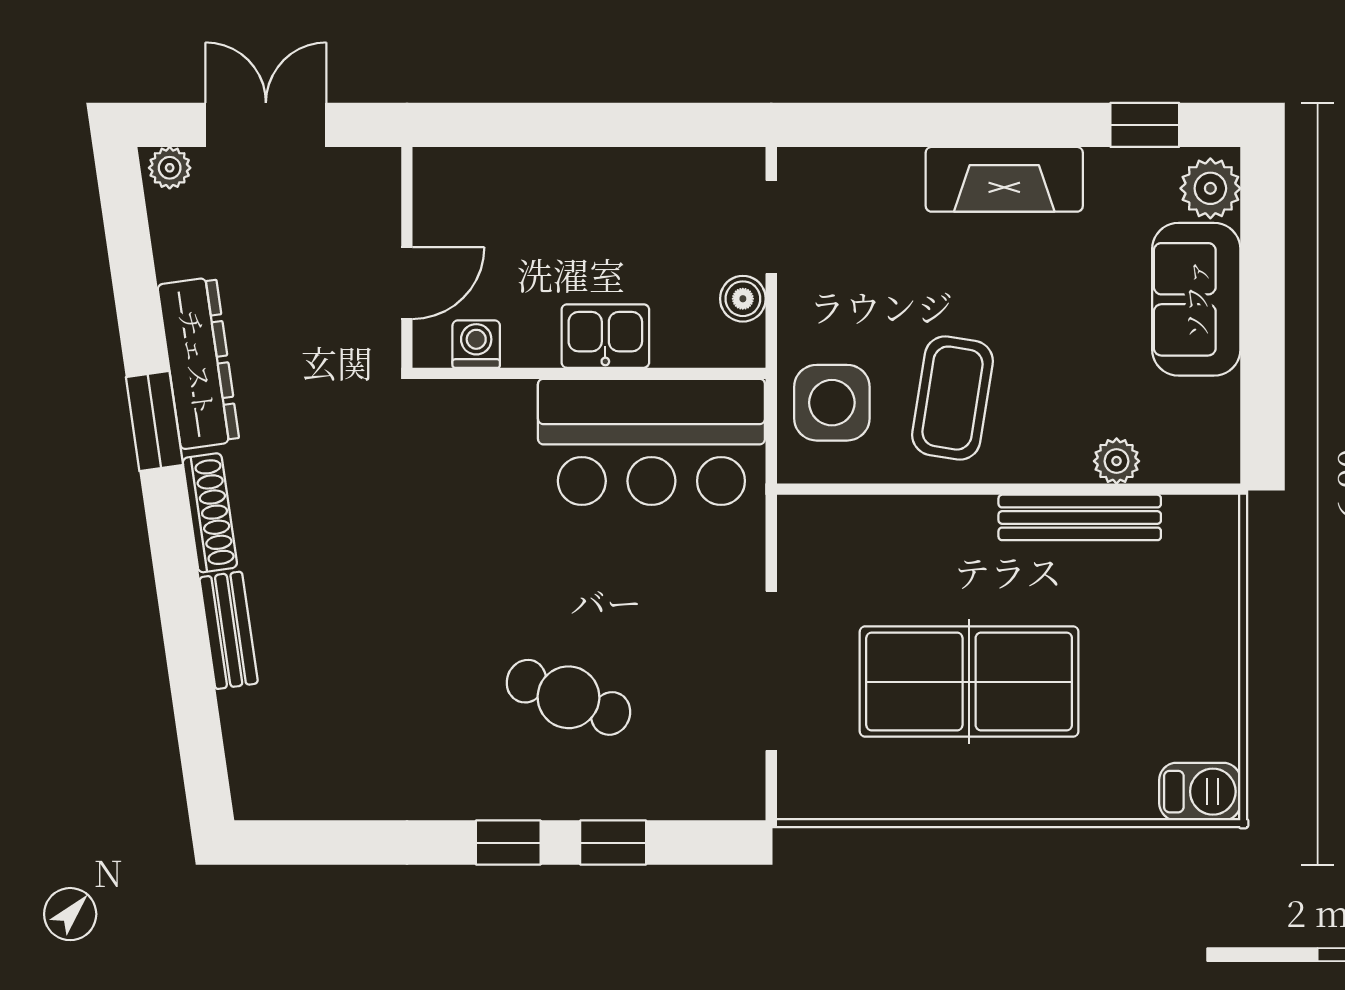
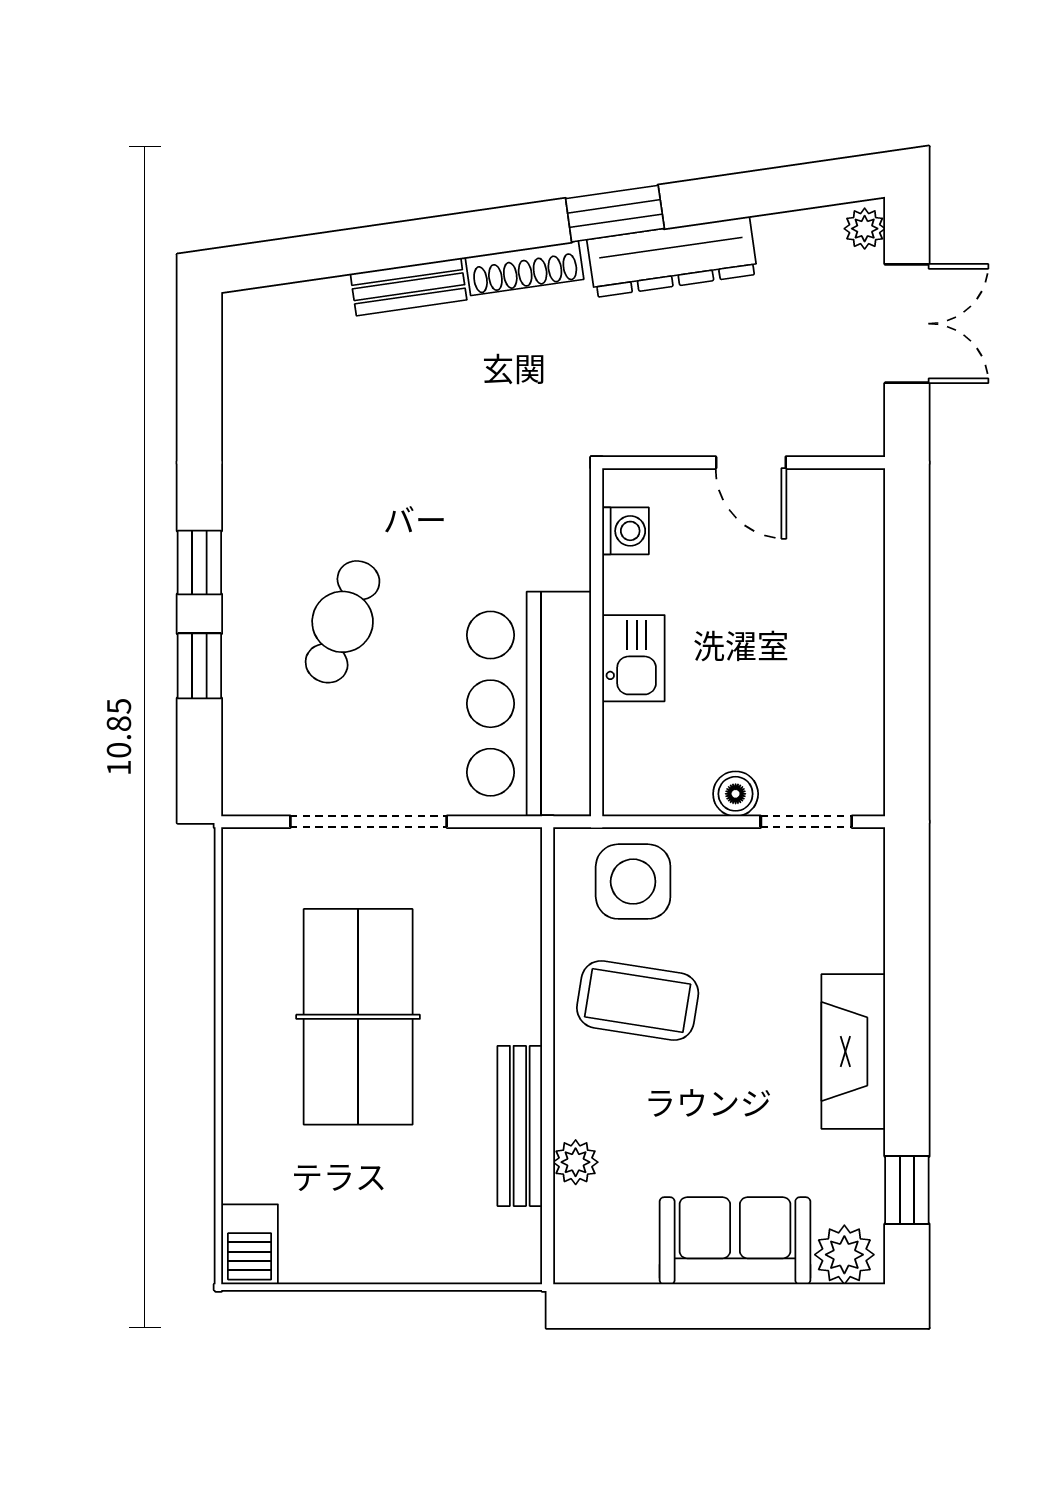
kitchen sink: (605, 336) -> (633, 658), moved
washing machine: (476, 344) -> (626, 531), moved
wall: (589, 373) -> (597, 642), moved
bar counter: (651, 442) -> (529, 704), moved

